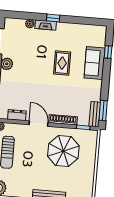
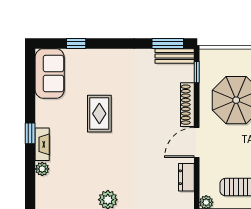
rug: (62, 63) -> (99, 114), turned 90
sofa: (95, 63) -> (50, 74), moved, turned -90

